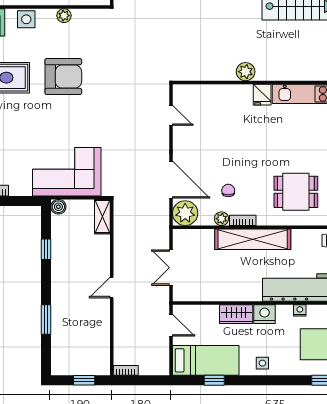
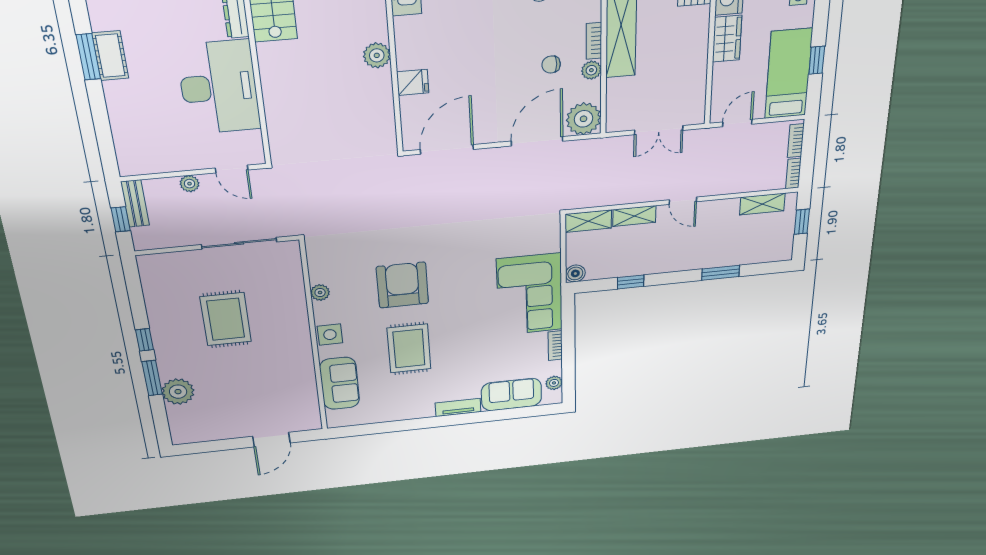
fridge: (262, 95) -> (413, 82), moved
door: (171, 115) -> (447, 149), width x1.88
corner sofa: (67, 172) -> (530, 294), moved
shelving: (103, 251) -> (634, 216), added
shelving: (103, 348) -> (762, 204), added
bookcase: (153, 370) -> (796, 141), added

